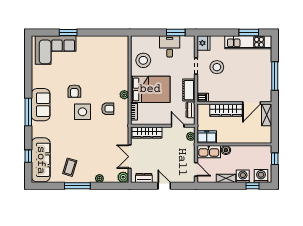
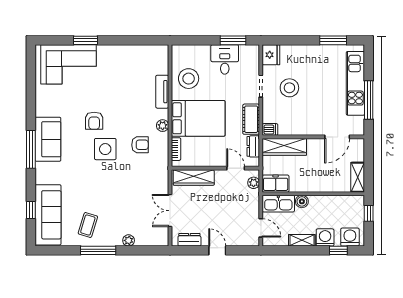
kitchen unit: (248, 42) -> (355, 83), moved, turned 90
tv unit: (124, 70) -> (162, 92), added
wardrobe: (226, 110) -> (284, 147), moved
shelving: (267, 115) -> (358, 177), moved
plant: (123, 177) -> (161, 239), removed

